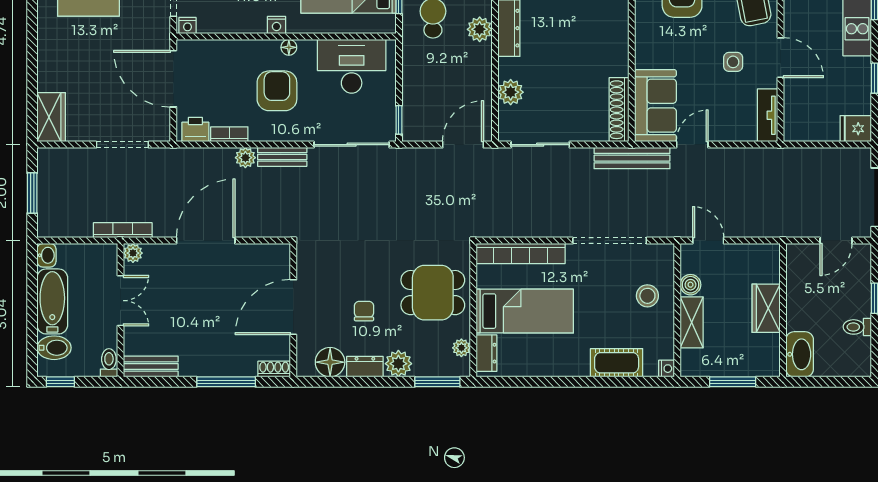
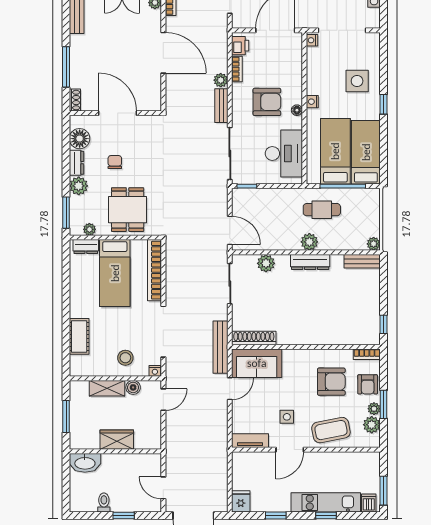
door: (692, 145) -> (230, 389), hinge flipped
chair: (364, 311) -> (115, 162), turned -90
nightstand: (667, 369) -> (155, 371), moved

